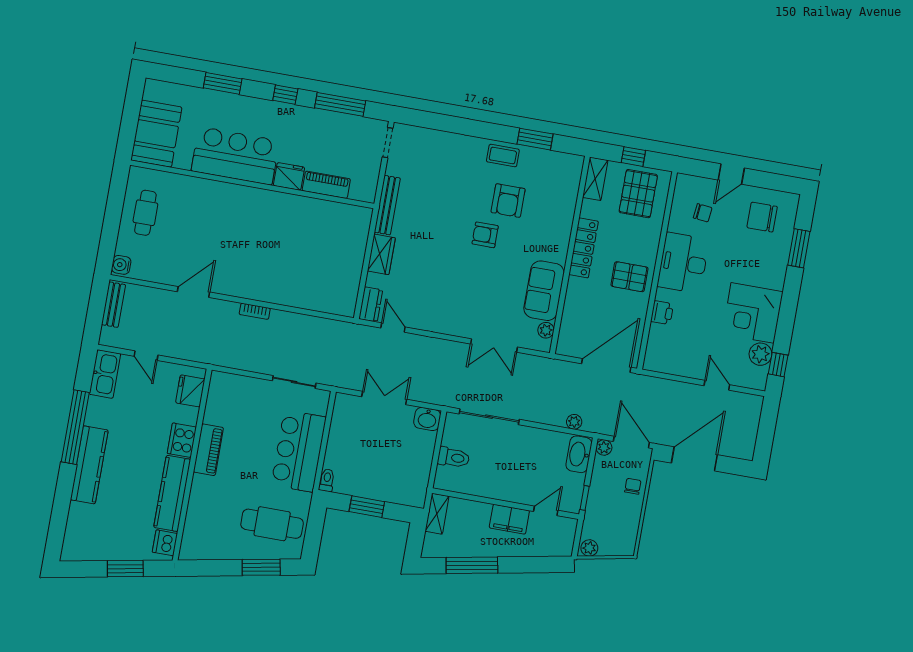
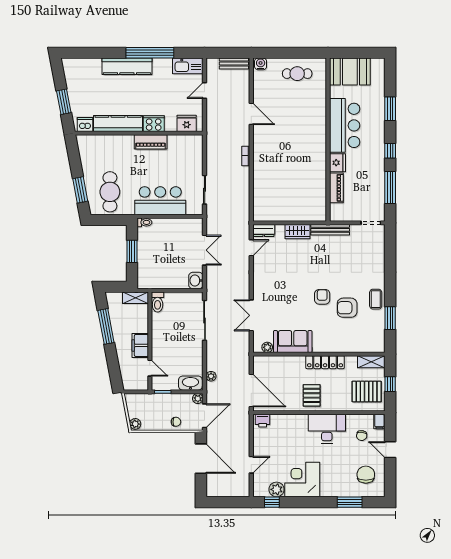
filing cabinet: (687, 183) -> (379, 422), added
printer: (662, 313) -> (263, 421), moved
toilet: (454, 458) -> (158, 302), moved
plant: (589, 548) -> (135, 424), moved

